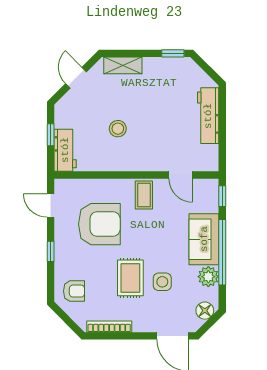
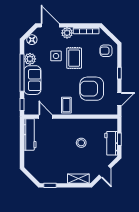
workbench: (208, 116) -> (30, 134), moved
workbench: (65, 150) -> (111, 143), moved
door: (51, 206) -> (119, 99), hinge flipped
plant: (143, 322) -> (67, 33), added

